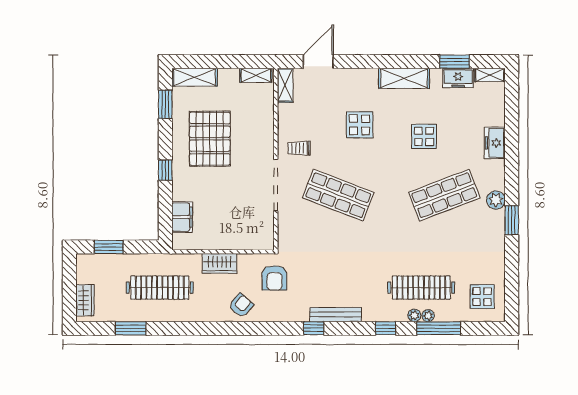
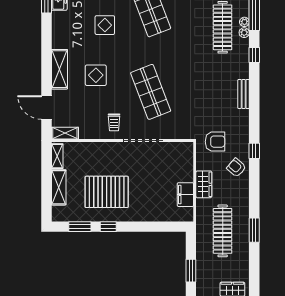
shelving: (195, 77) -> (59, 187), moved
shelving: (404, 78) -> (60, 69), moved
window: (165, 170) -> (108, 227), moved
shop shelf: (338, 195) -> (151, 92), turned -42
filing cabinet: (182, 217) -> (185, 195), moved, turned -90
bench: (336, 315) -> (244, 94), width x0.73
window: (131, 328) -> (254, 230), moved
window: (314, 328) -> (254, 151), moved

